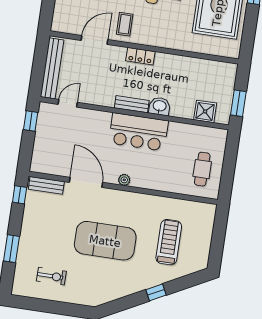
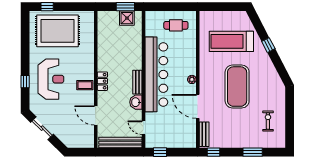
coffee table: (125, 24) -> (85, 85), moved
washbasin: (160, 106) -> (136, 102), moved
shower: (205, 111) -> (127, 18), moved
bar counter: (138, 132) -> (156, 74), width x1.86
door: (86, 182) -> (198, 106), hinge flipped
treadmill: (169, 242) -> (231, 41), width x1.37, depth x1.38

